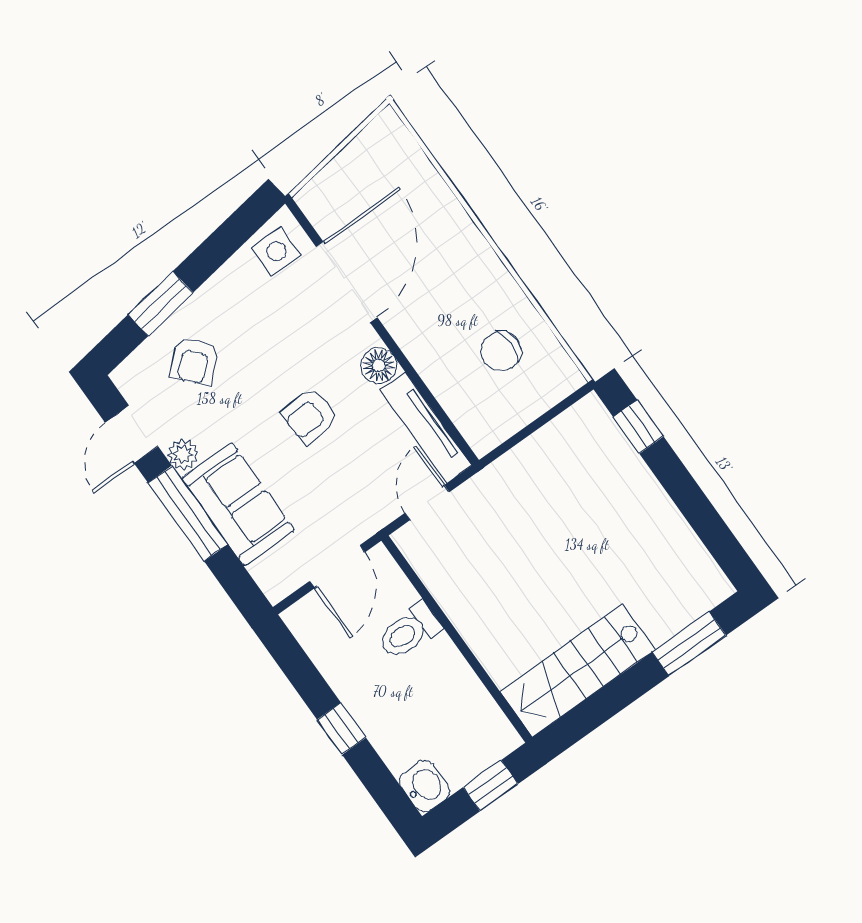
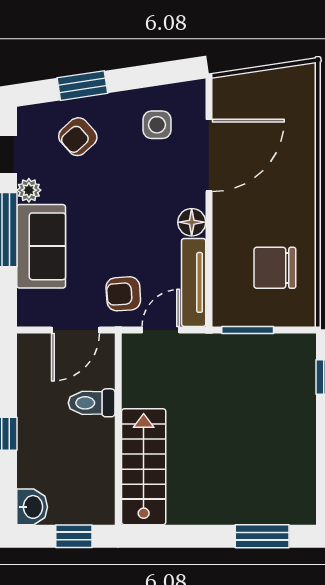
side table: (276, 251) -> (157, 125), moved
chair: (501, 351) -> (275, 268), width x1.37, depth x1.37
armchair: (310, 416) -> (123, 294), moved
window: (519, 437) -> (248, 330), added
stairs: (577, 671) -> (144, 467), moved, turned 90

